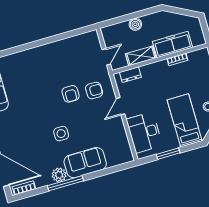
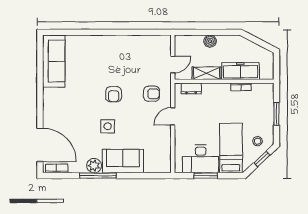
armchair: (71, 94) -> (114, 94), moved
desk: (144, 132) -> (201, 159), moved, turned -90

